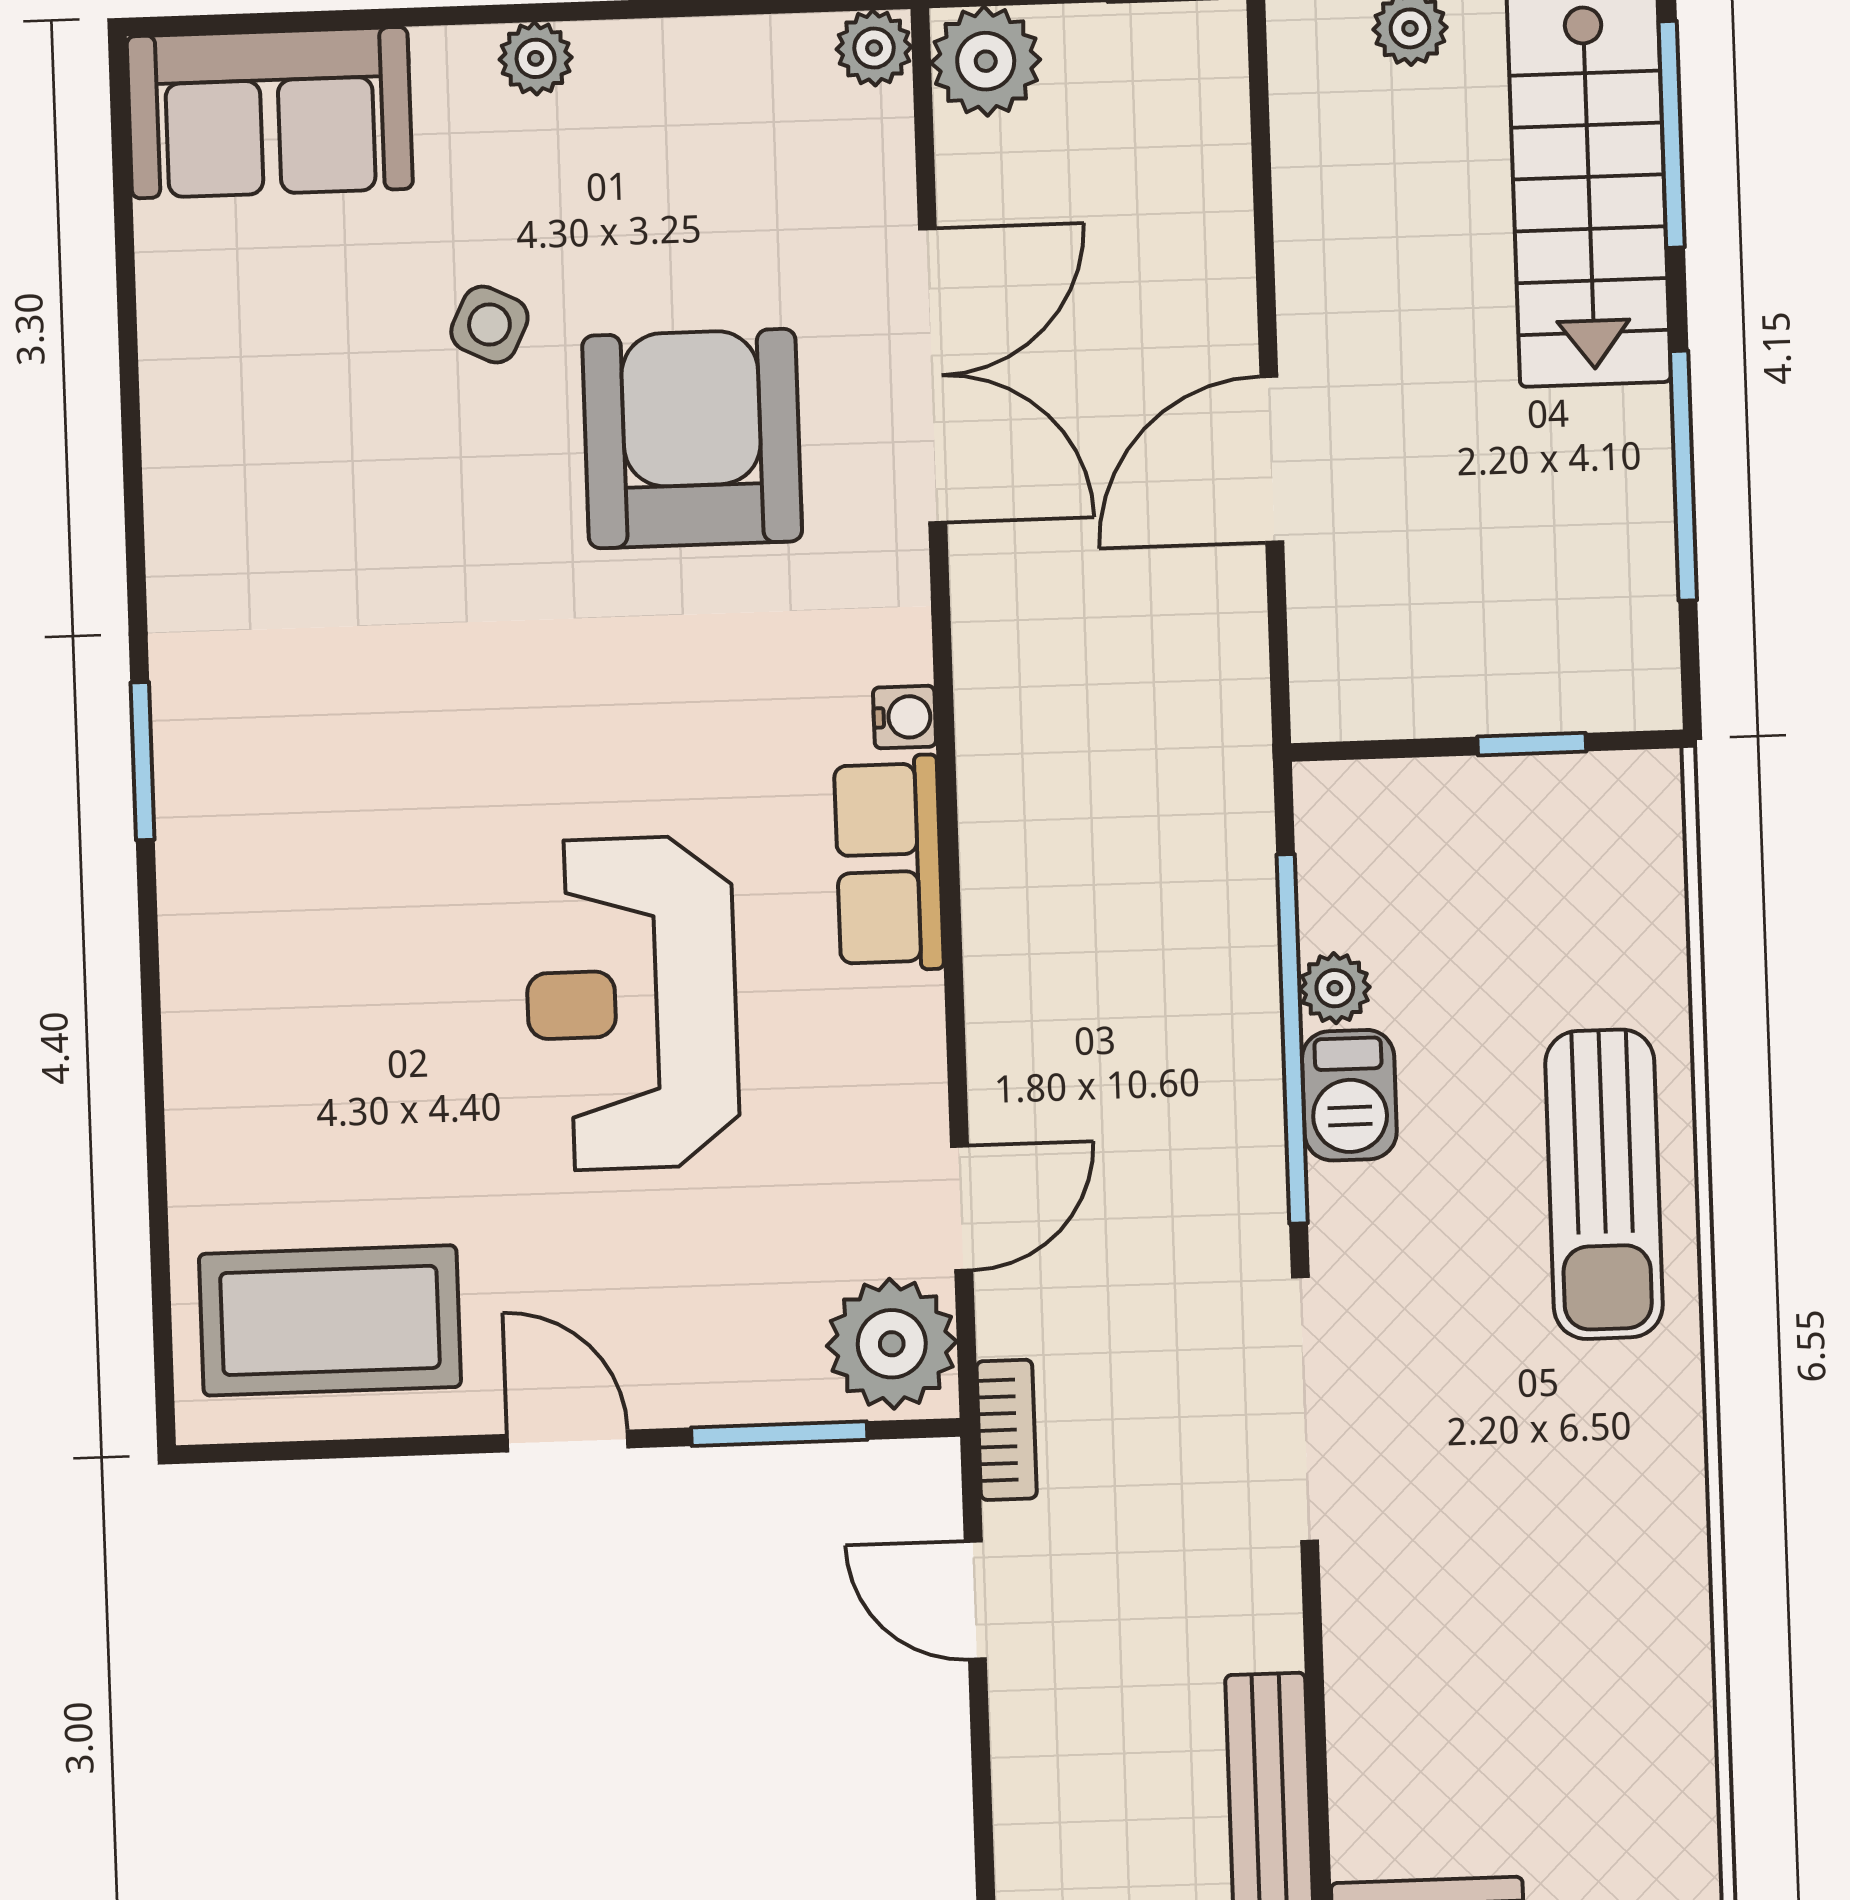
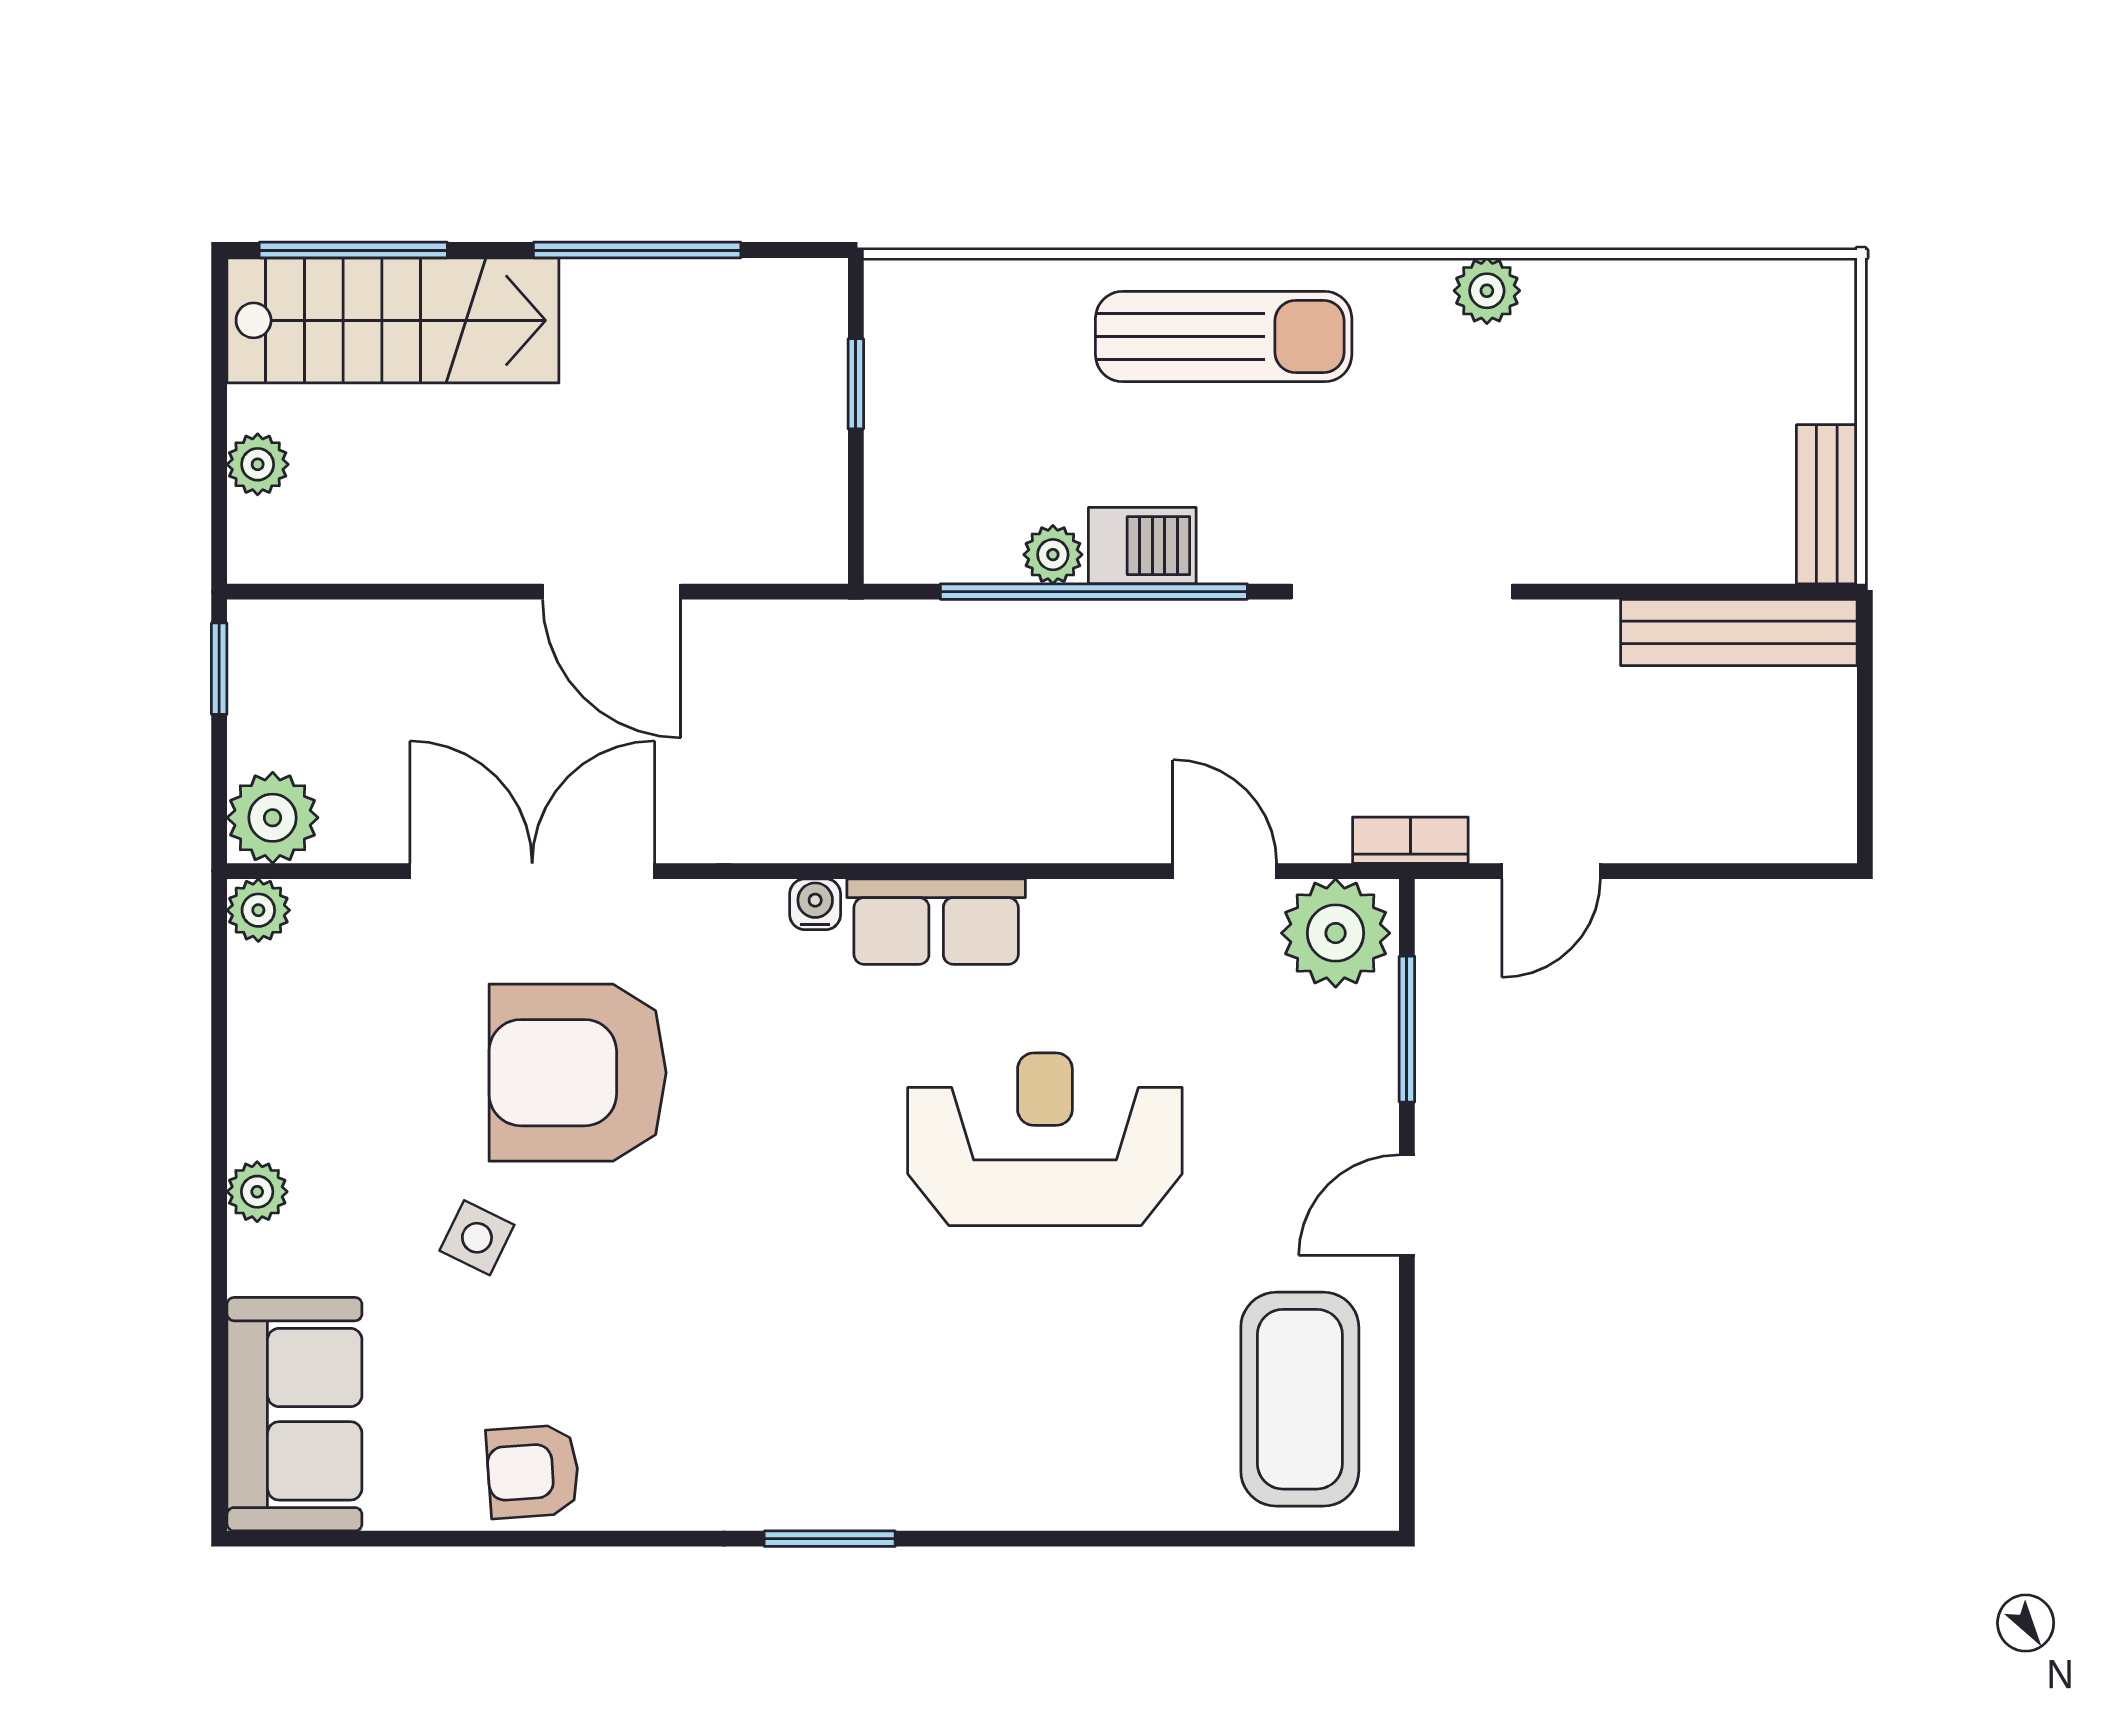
armchair: (211, 402) -> (533, 1472), added
reception desk: (632, 1003) -> (1045, 1139), turned 180
plant: (1670, 1499) -> (1487, 291), added

